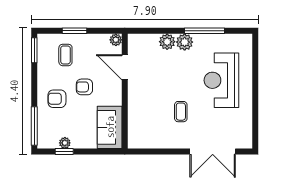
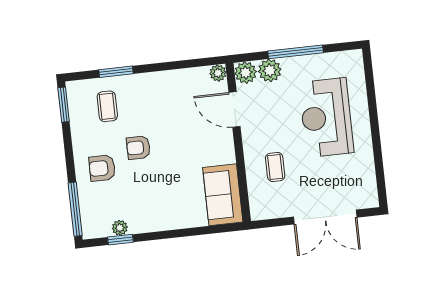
plant: (116, 40) -> (218, 73), moved
door: (125, 67) -> (234, 109), moved
wall: (125, 91) -> (238, 142), moved
sofa: (110, 127) -> (223, 195), moved

